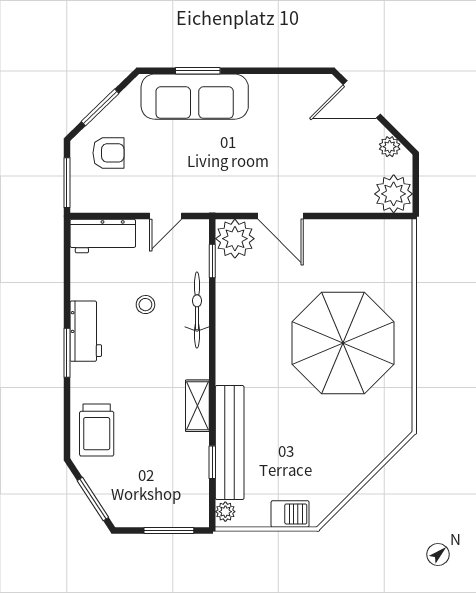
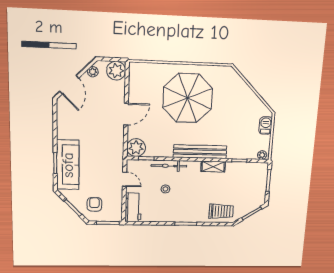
door: (281, 216) -> (126, 114), moved
workbench: (86, 331) -> (176, 215), removed
bench: (230, 443) -> (200, 152), moved

